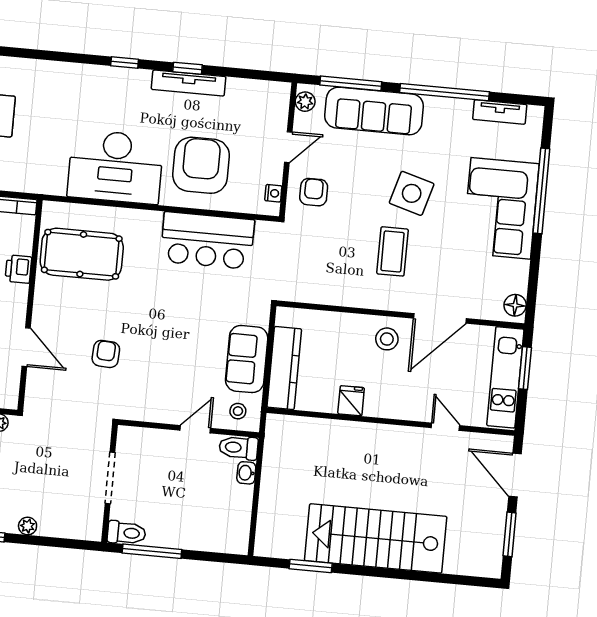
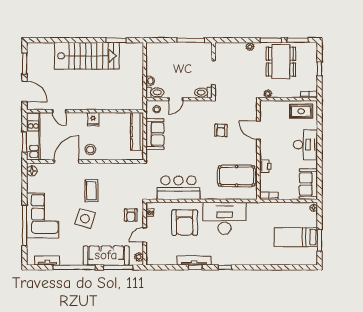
fridge: (351, 401) -> (93, 119), moved
toilet: (126, 533) -> (204, 92), moved

